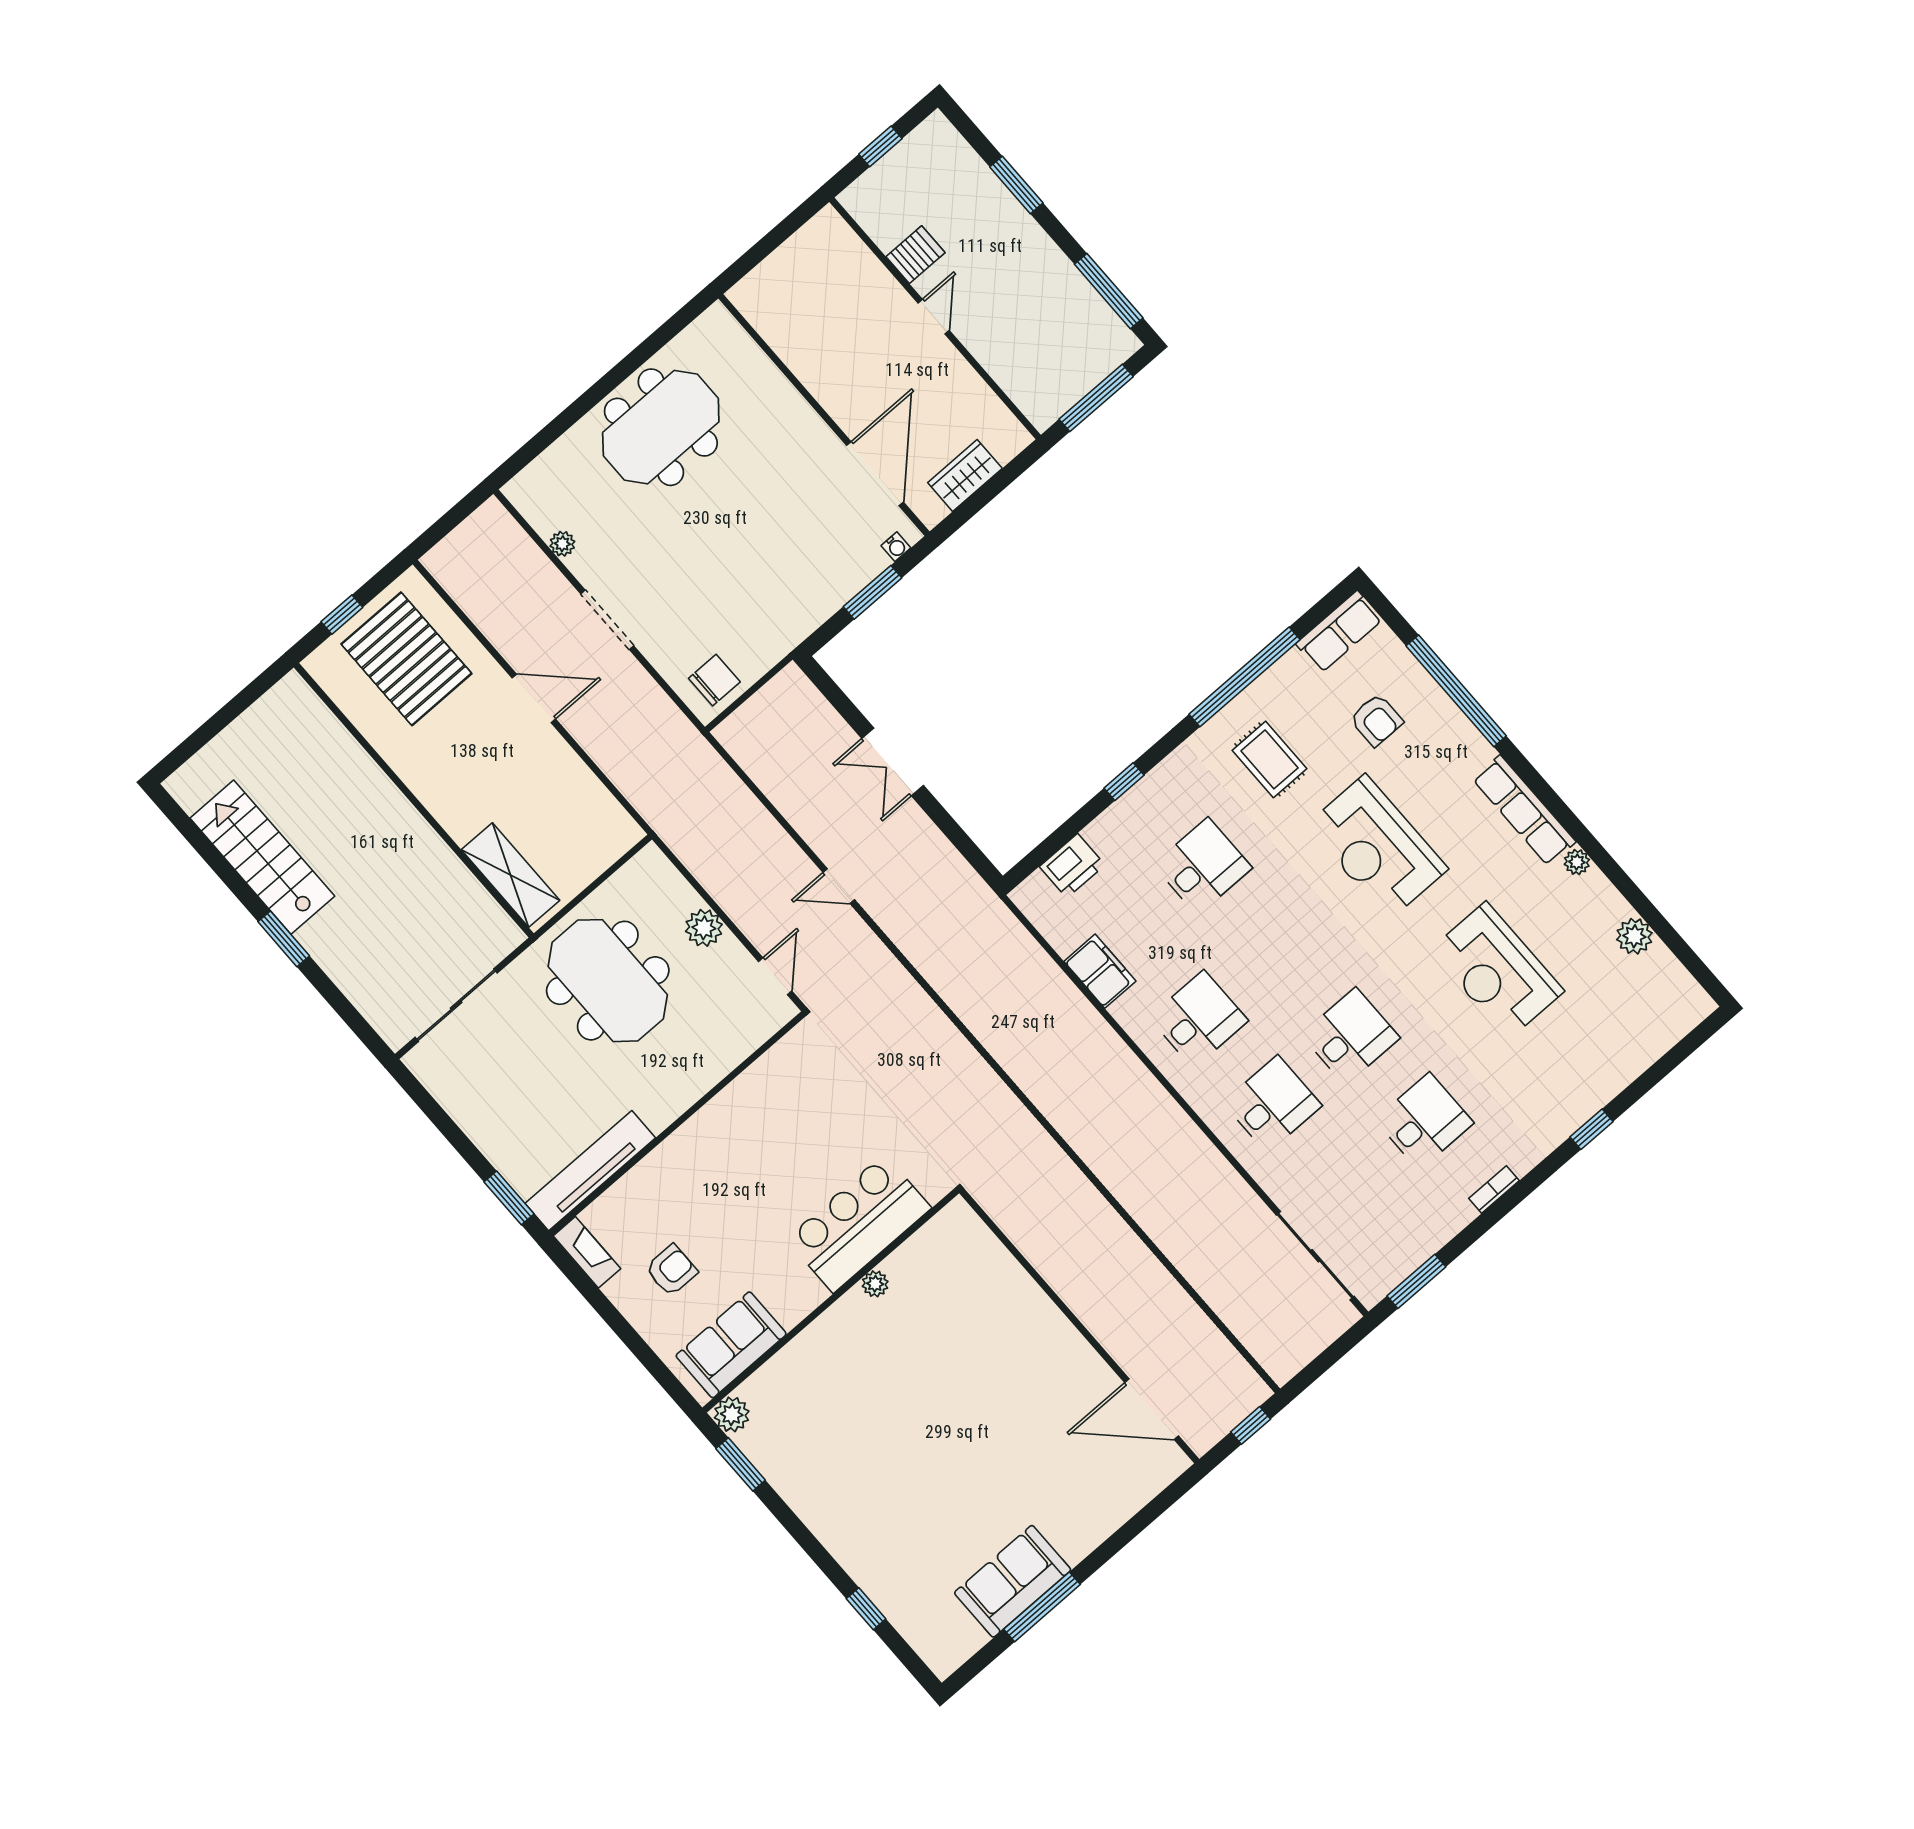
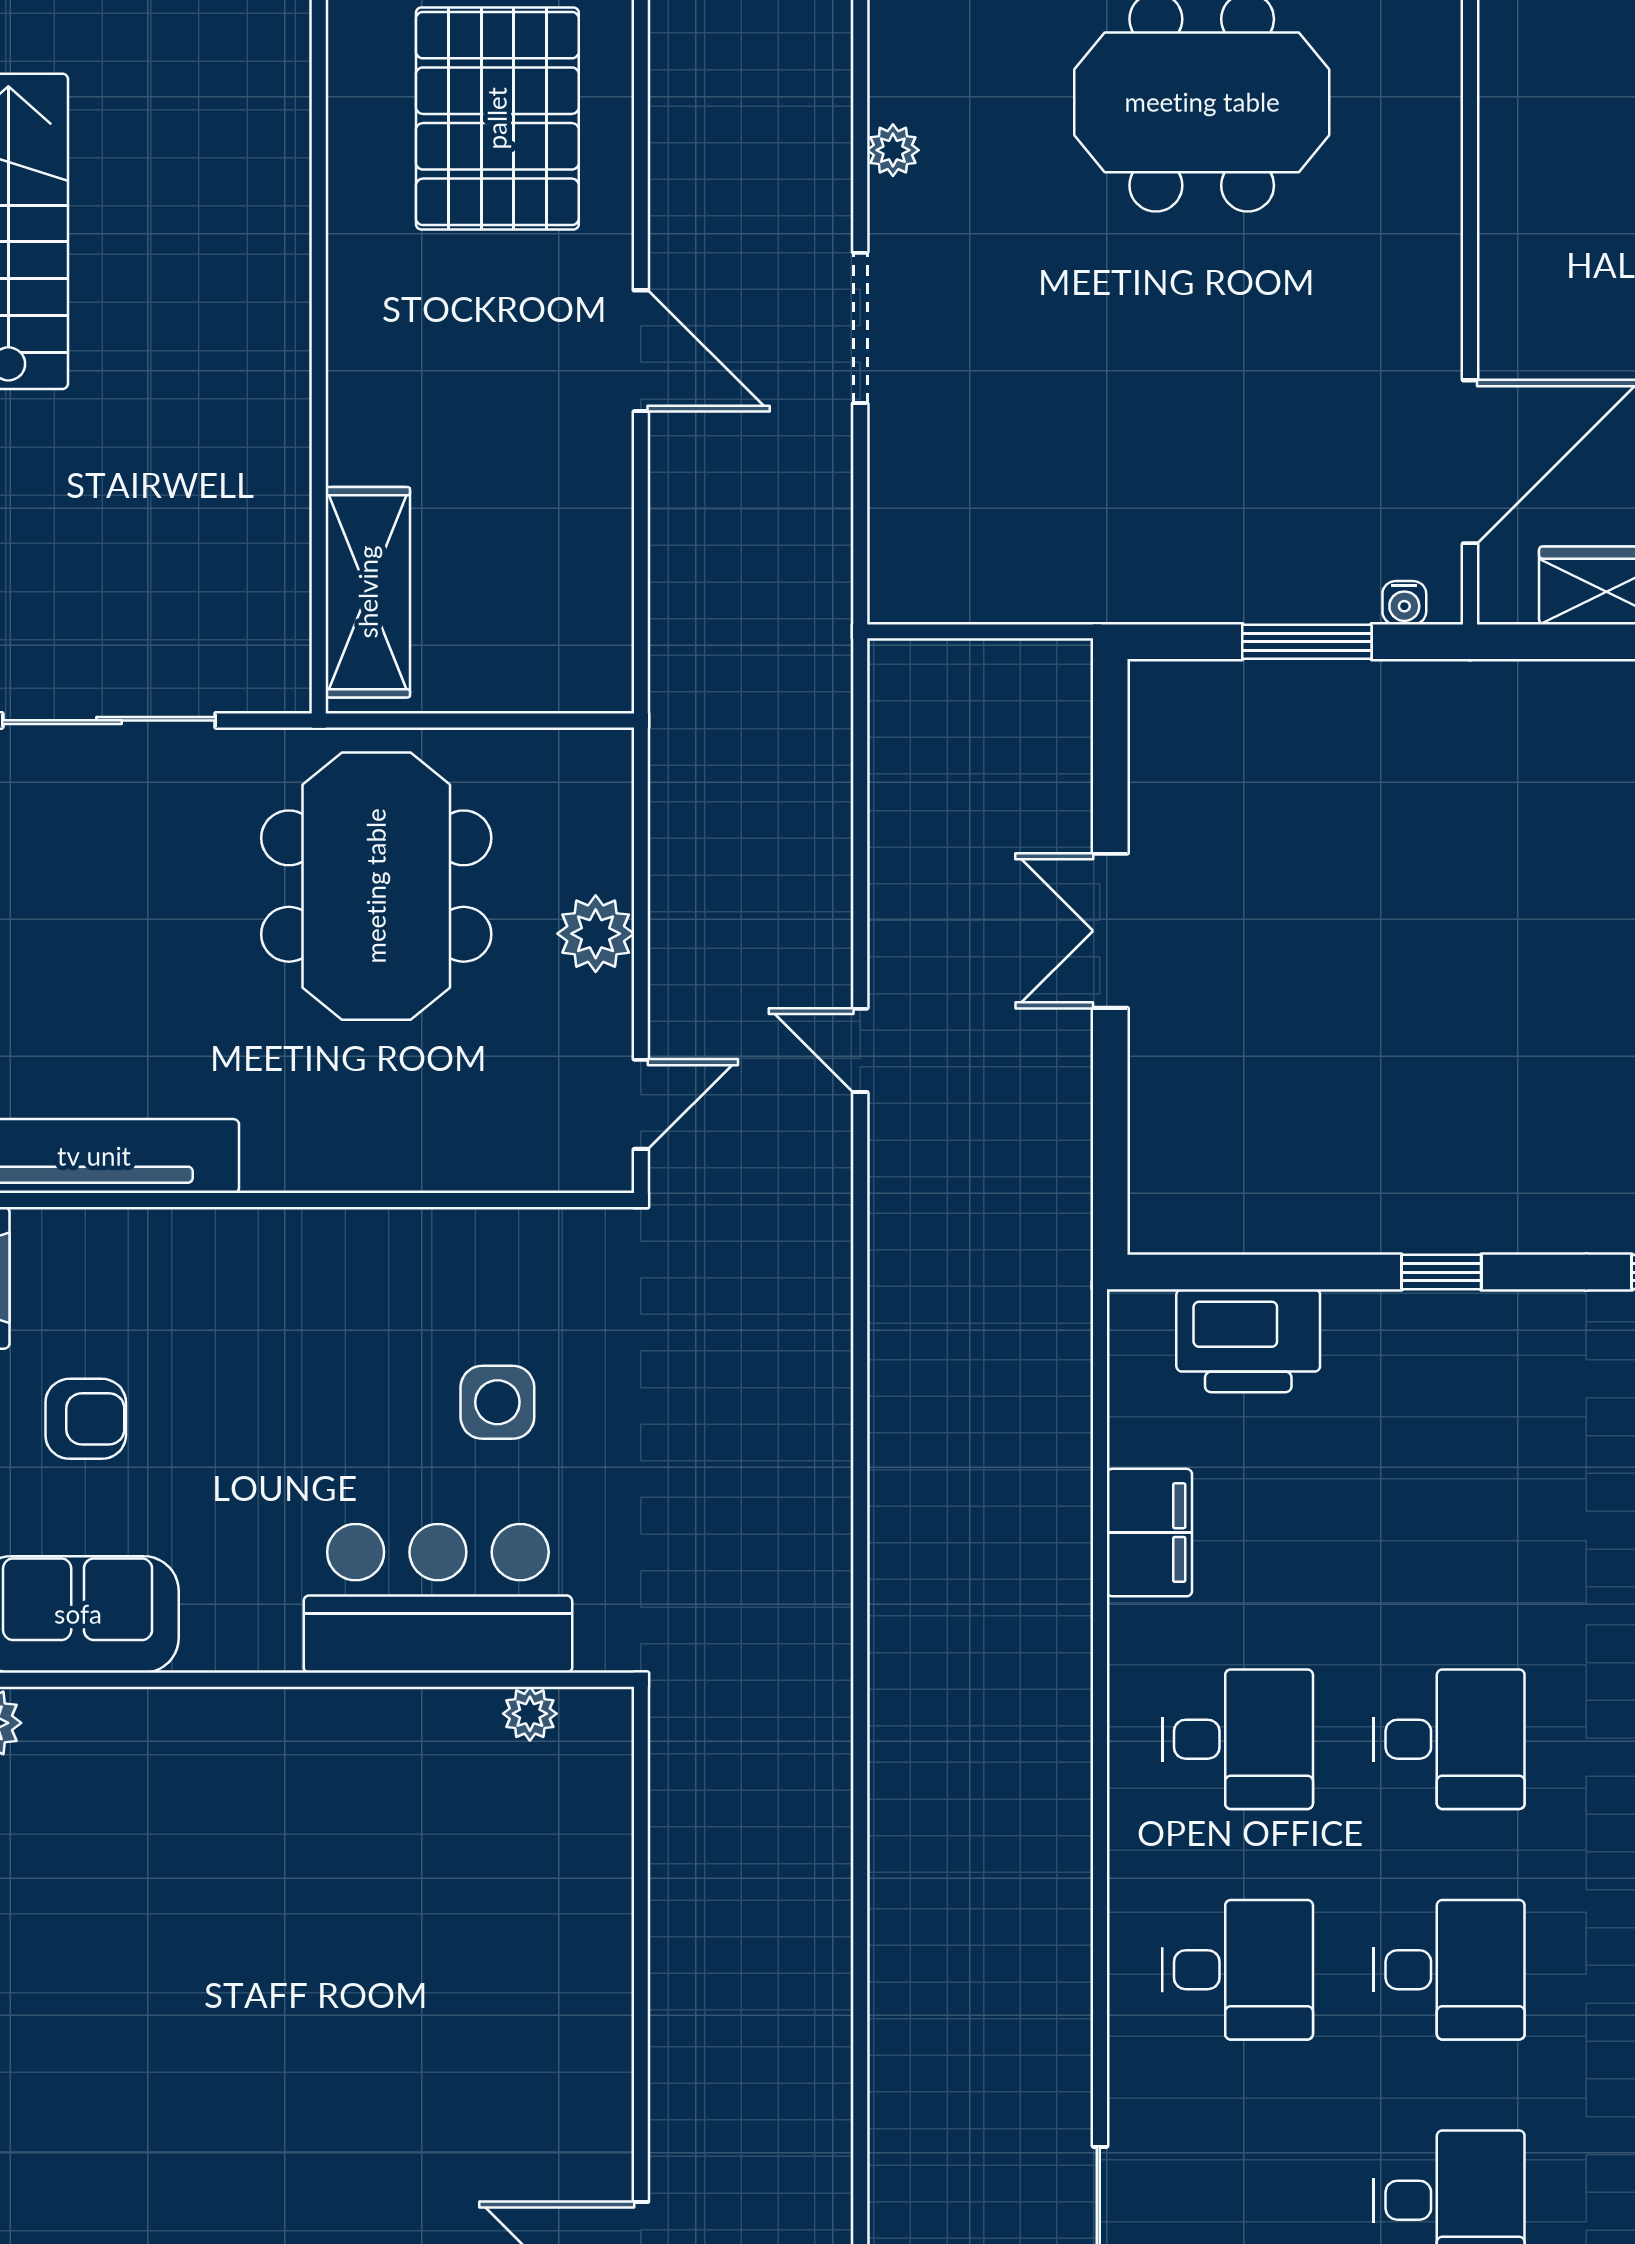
chair: (714, 680) -> (945, 565), removed
printer: (1072, 866) -> (1248, 1341), width x1.37, depth x1.19
desk: (1203, 866) -> (1449, 1739), moved
side table: (818, 1132) -> (497, 1402), added
plant: (875, 1284) -> (530, 1714), moved

